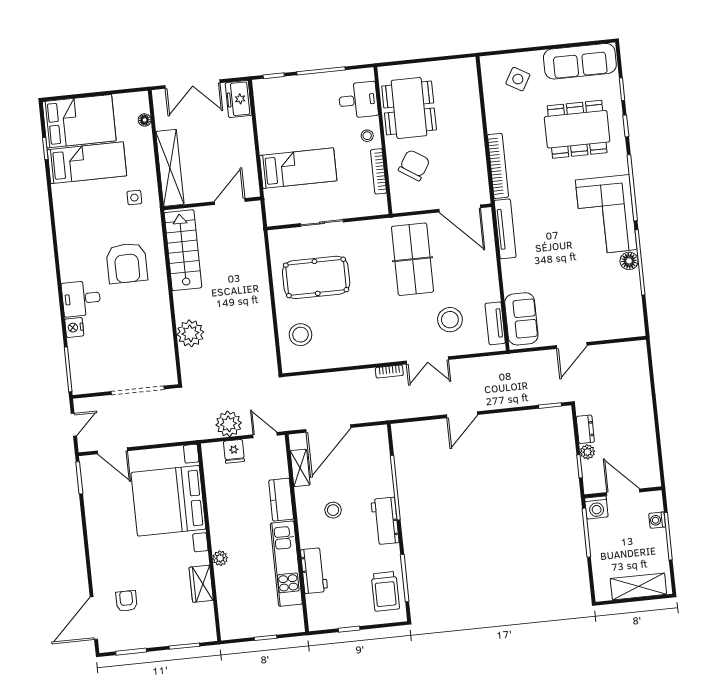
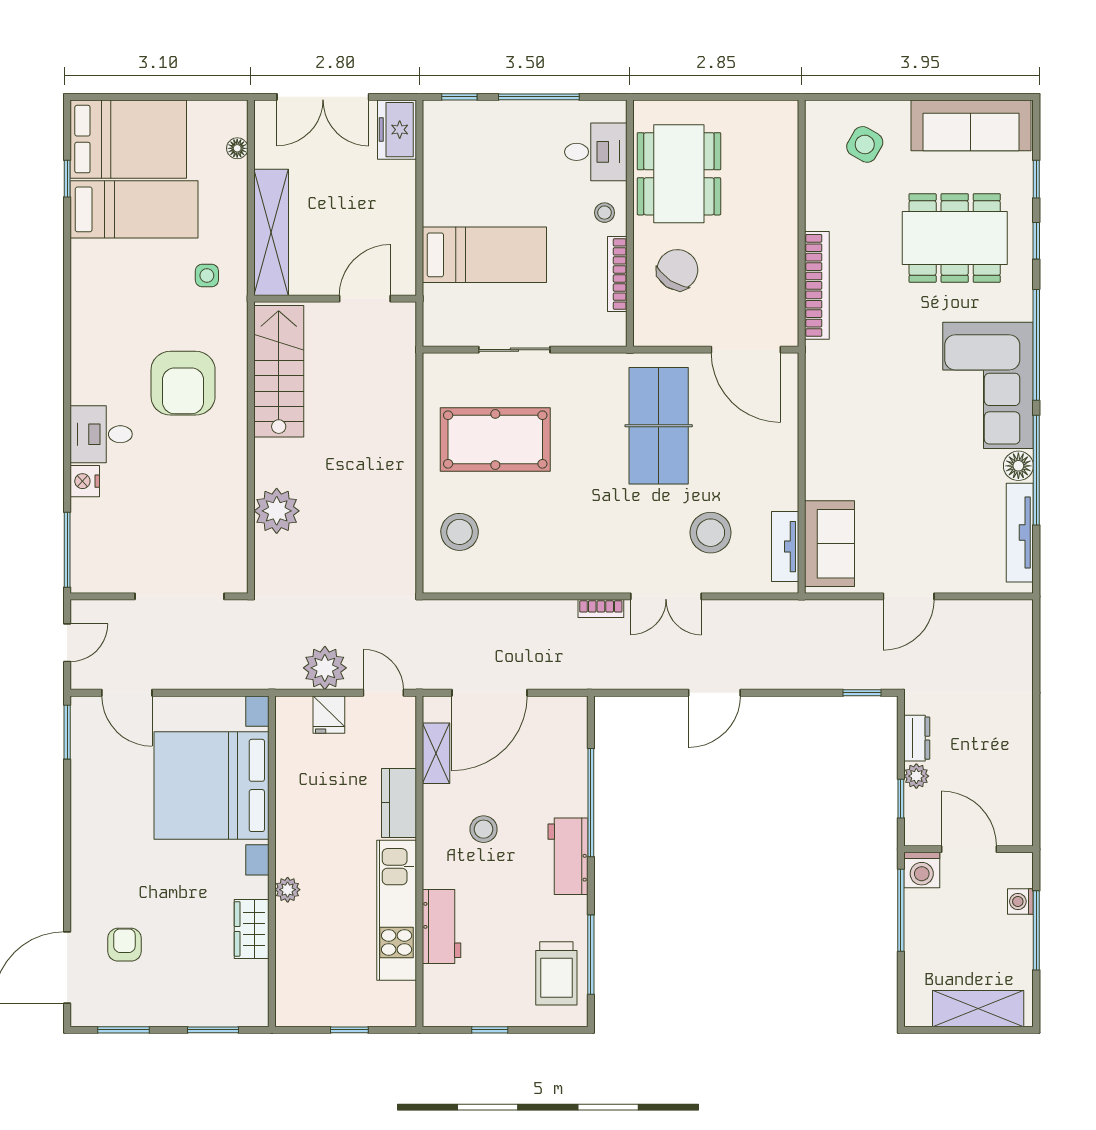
tv unit: (505, 229) -> (1020, 533), moved, turned 180

